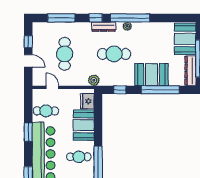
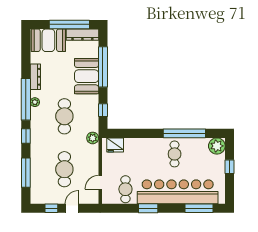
dresser: (104, 27) -> (35, 77), moved
cafe table: (65, 54) -> (64, 169), turned 90
booth: (84, 125) -> (141, 149), removed

